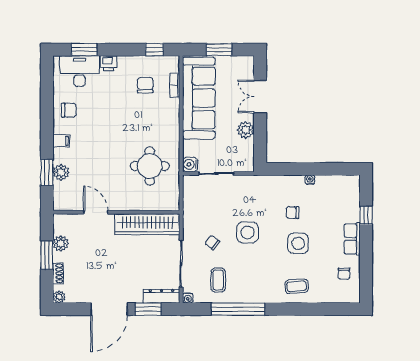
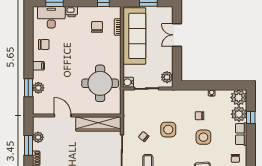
plant: (246, 130) -> (167, 77), moved
round table: (150, 166) -> (100, 83), width x1.36, depth x1.36
plant: (349, 186) -> (239, 98), added
plant: (349, 210) -> (239, 114), added

